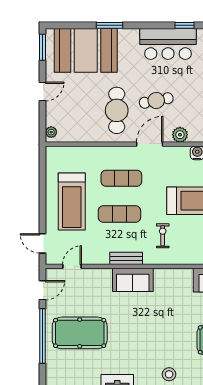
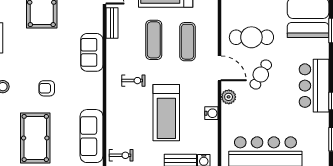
cafe table: (156, 100) -> (261, 74), turned 40
bench: (126, 258) -> (112, 23), moved
armchair: (171, 328) -> (47, 88), added

